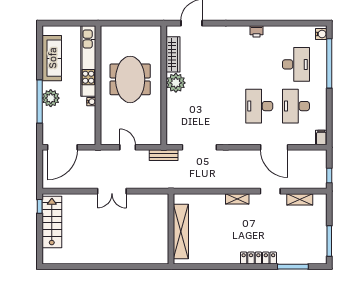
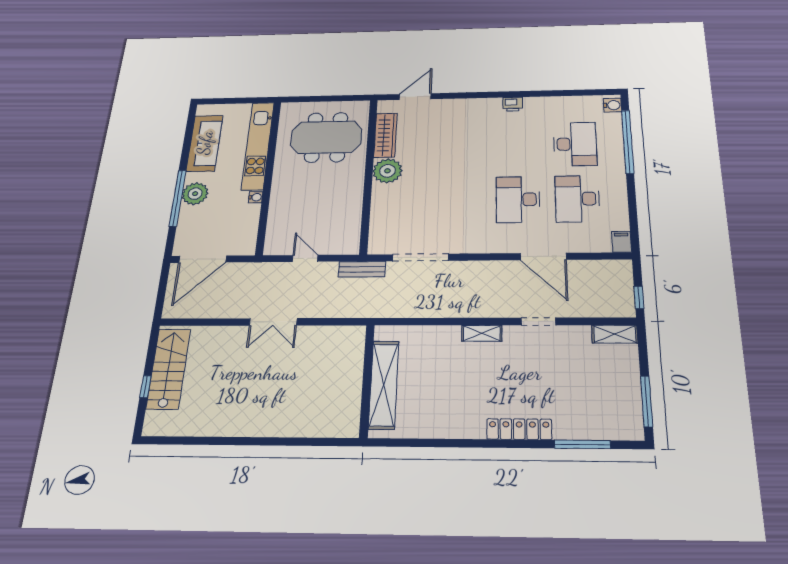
meeting table: (130, 79) -> (326, 137), moved, turned 90
shelving: (300, 199) -> (615, 334), moved
window: (40, 206) -> (145, 387), moved

